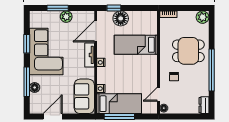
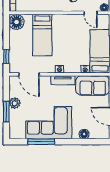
floor lamp: (121, 18) -> (17, 22), moved
window: (27, 44) -> (41, 142), width x1.44
tv unit: (90, 55) -> (63, 80), moved
window: (27, 82) -> (78, 142), removed

